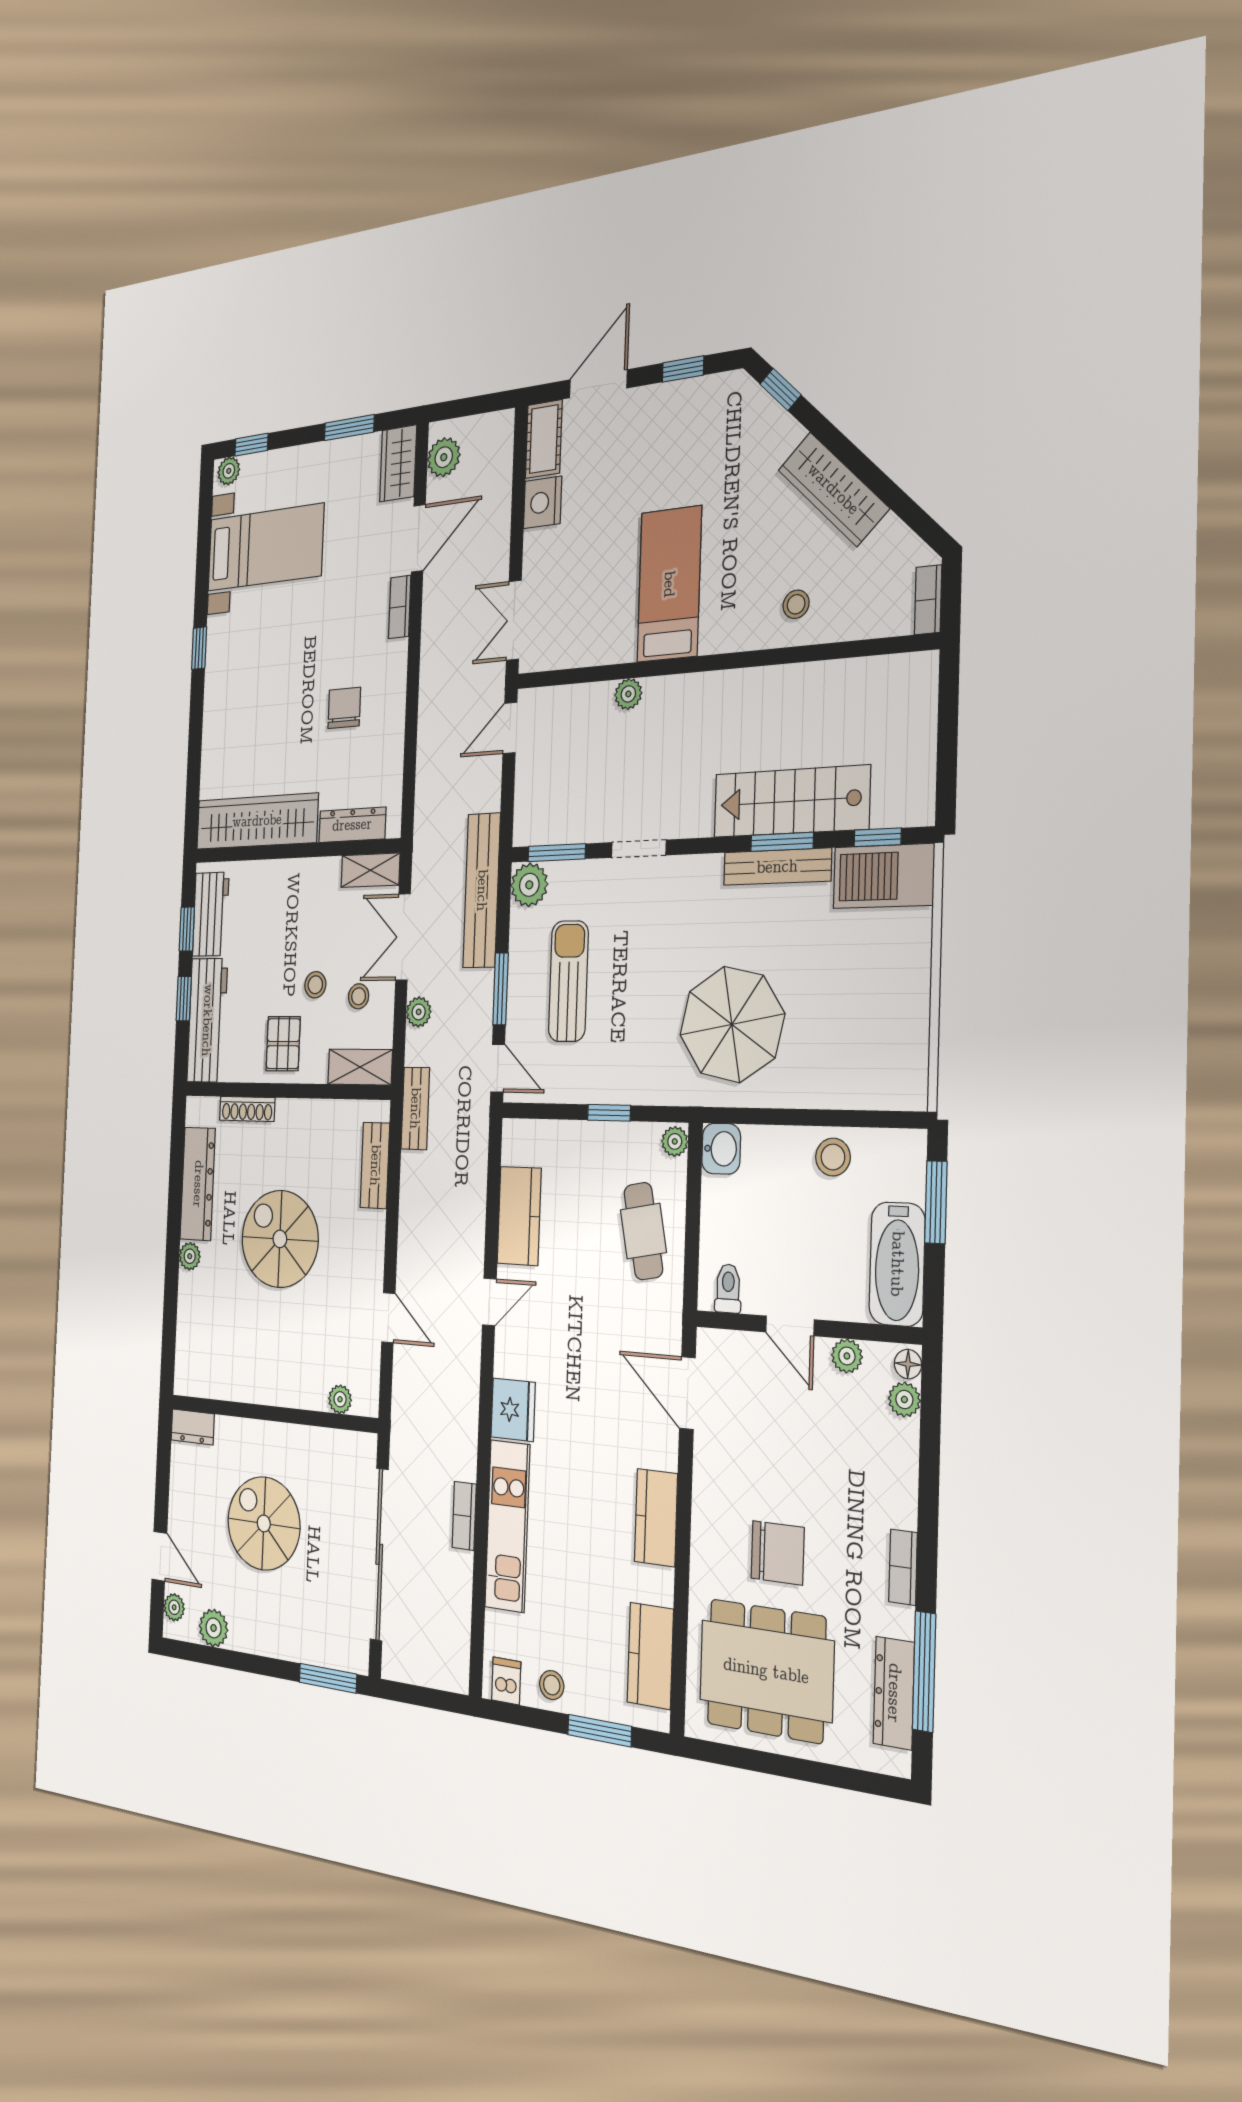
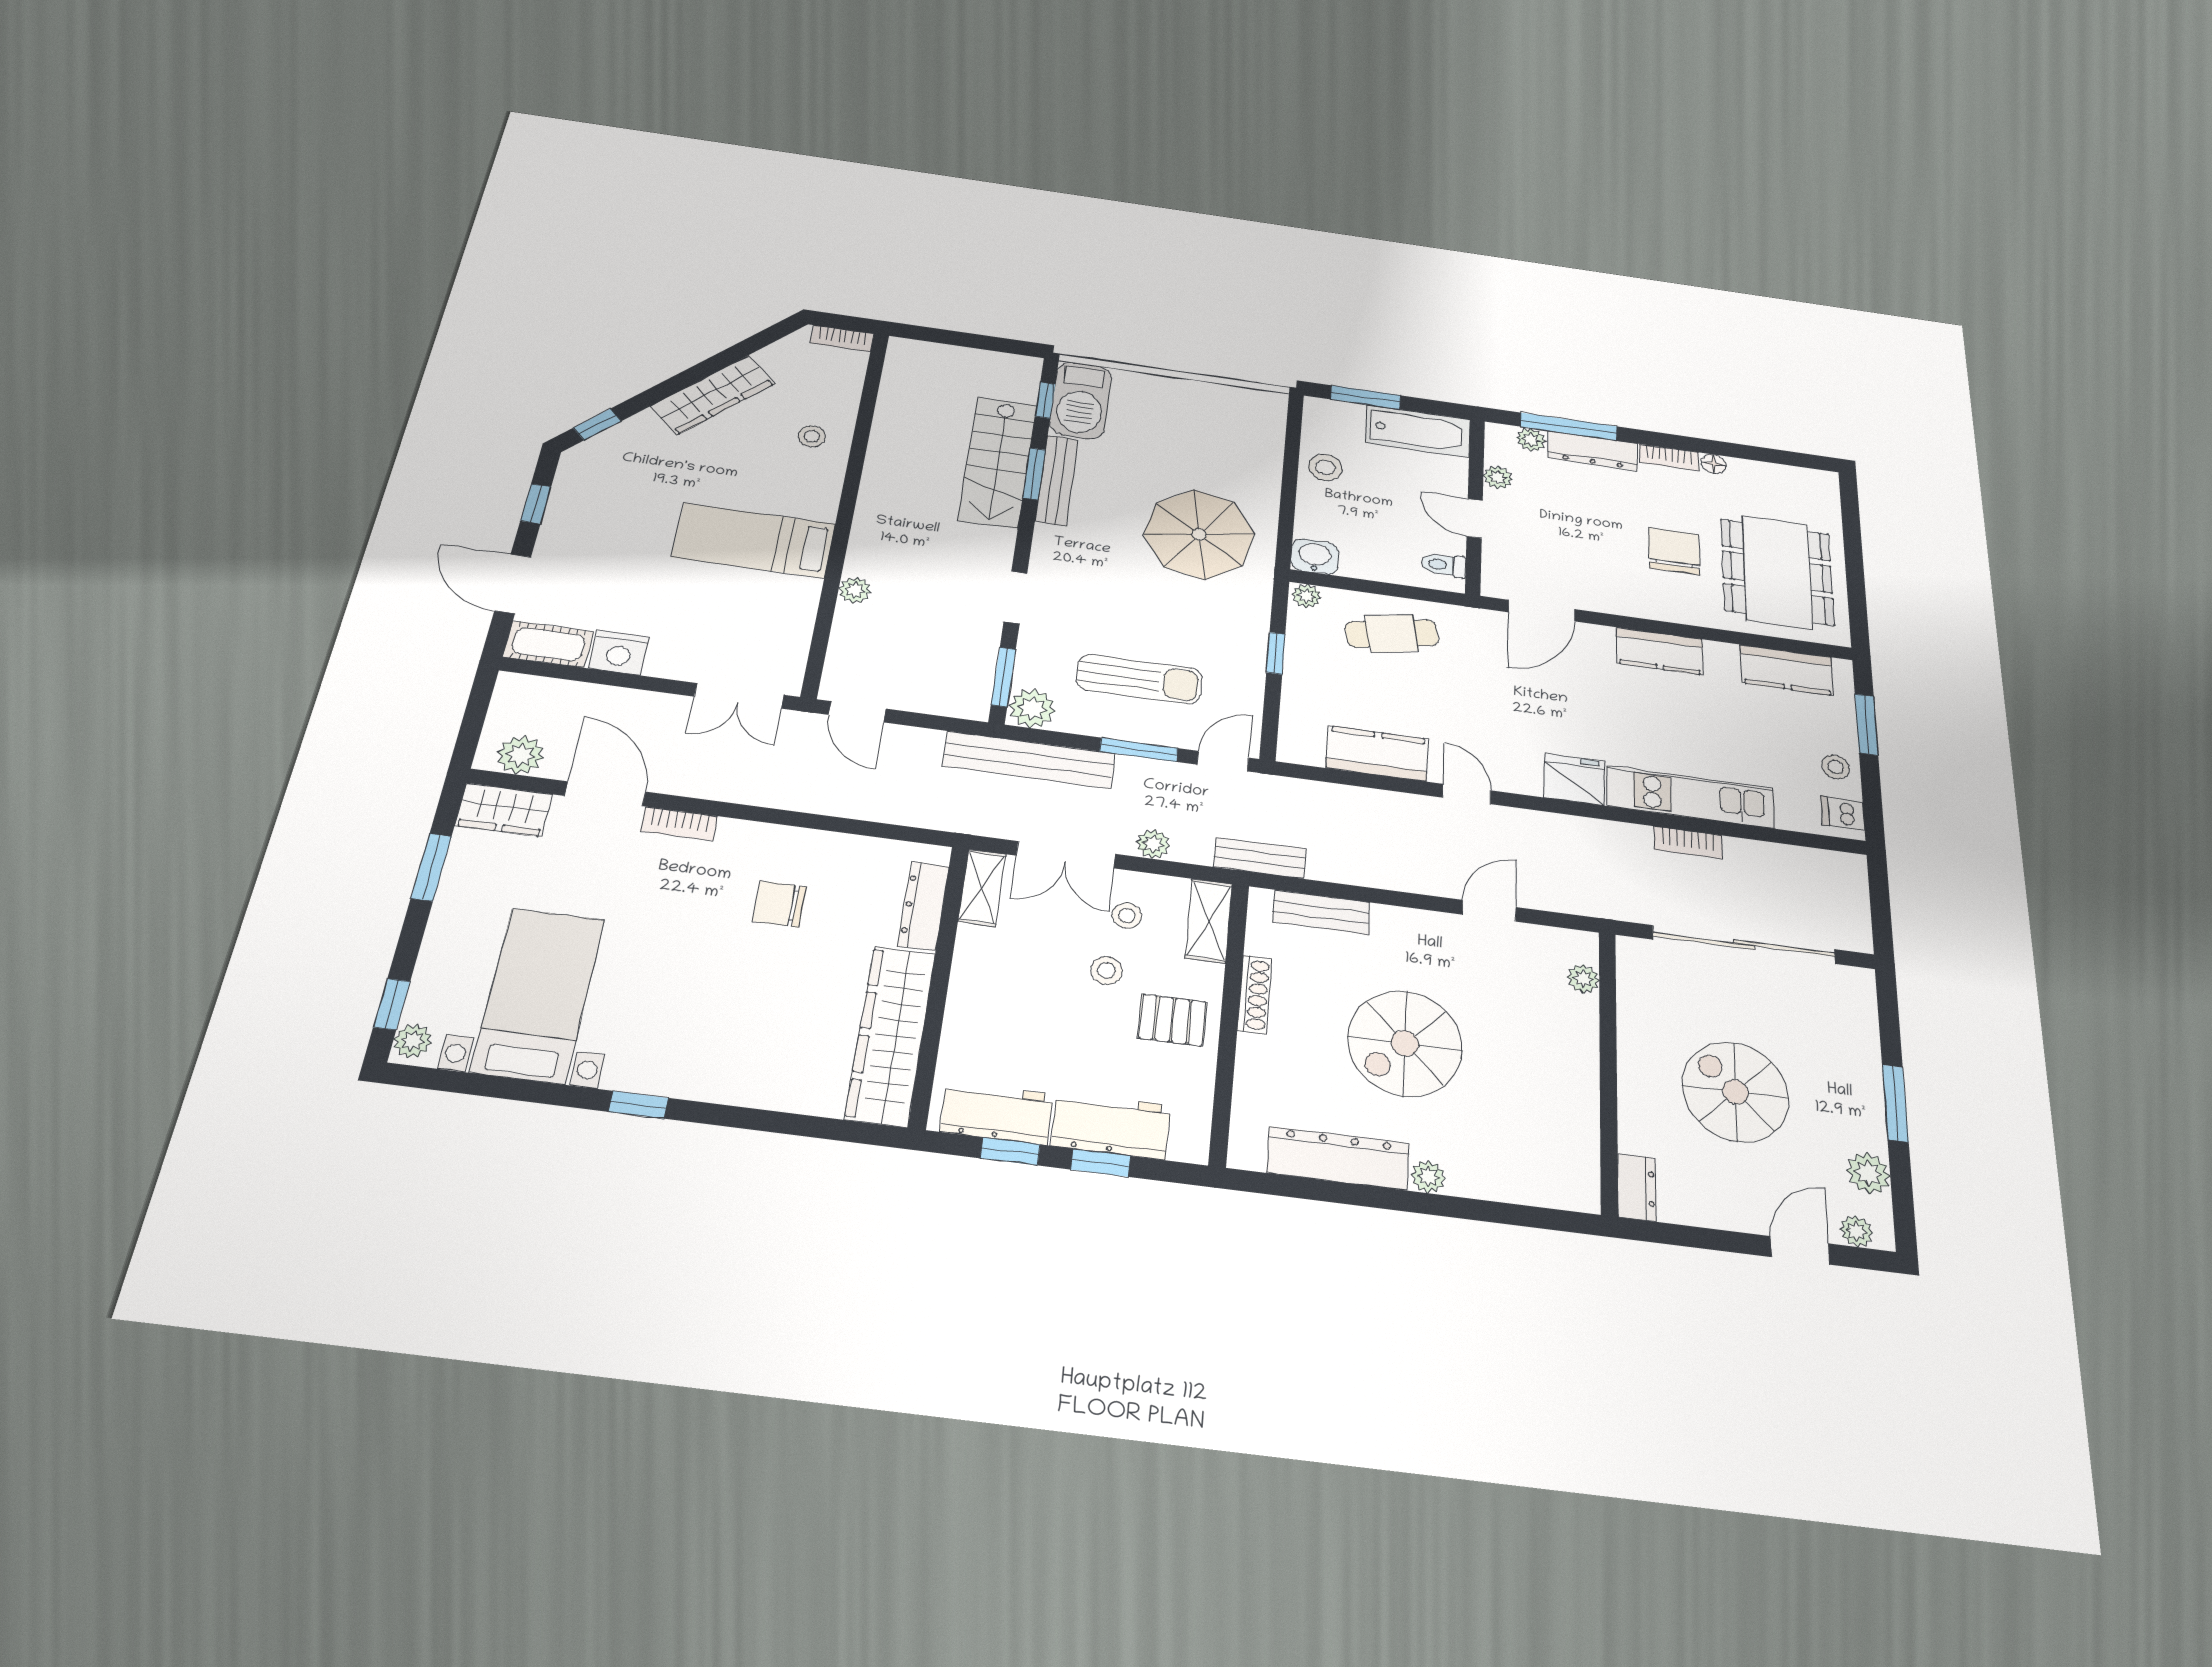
sun lounger: (568, 981) -> (1139, 679), turned 180
workbench: (207, 1020) -> (1111, 1125), width x0.73
shoe rack: (247, 1109) -> (1254, 994), moved
door: (790, 1326) -> (1475, 518), swing flipped
floor lamp: (908, 1364) -> (1714, 464), moved
spiral stairs: (264, 1523) -> (1735, 1092), turned 90
window: (924, 1672) -> (1569, 427), moved
window: (328, 1678) -> (1895, 1103), moved
dresser: (894, 1693) -> (1592, 451), moved

